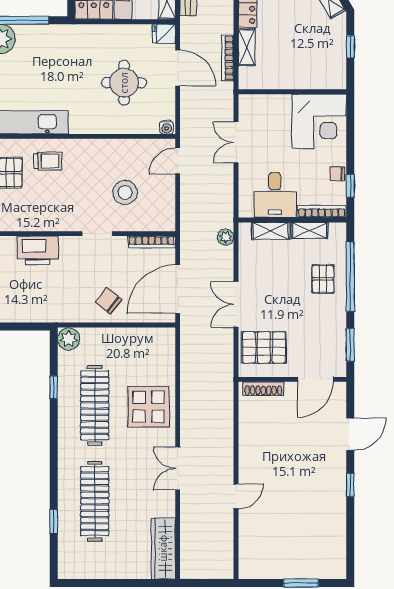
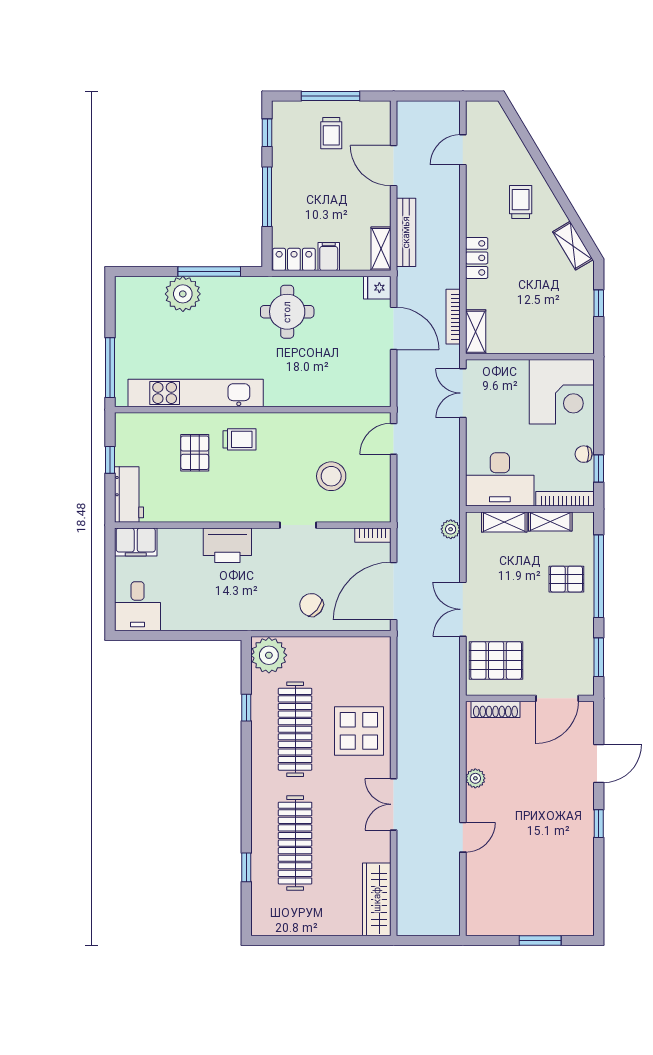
shelving: (247, 47) -> (476, 332), moved
round table: (124, 83) -> (287, 312), moved
water cooler: (167, 127) -> (380, 399), removed
double door: (236, 143) -> (463, 393), moved
desk: (275, 195) -> (500, 479), width x1.37
bookcase: (152, 242) -> (373, 535), width x0.64
pallet: (323, 279) -> (566, 579), turned 90
plant: (69, 339) -> (269, 655), width x1.36, depth x1.36
plant: (246, 447) -> (475, 778), added

